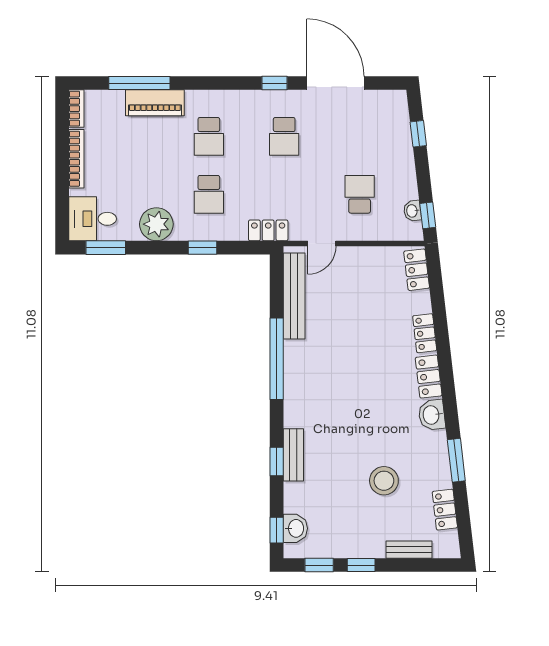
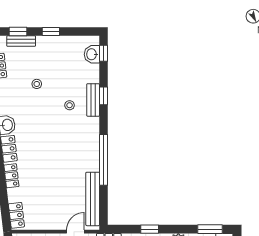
stool: (331, 447) -> (70, 105), added
stool: (384, 481) -> (37, 84), width x0.53, depth x0.53
window: (319, 565) -> (18, 31), moved

